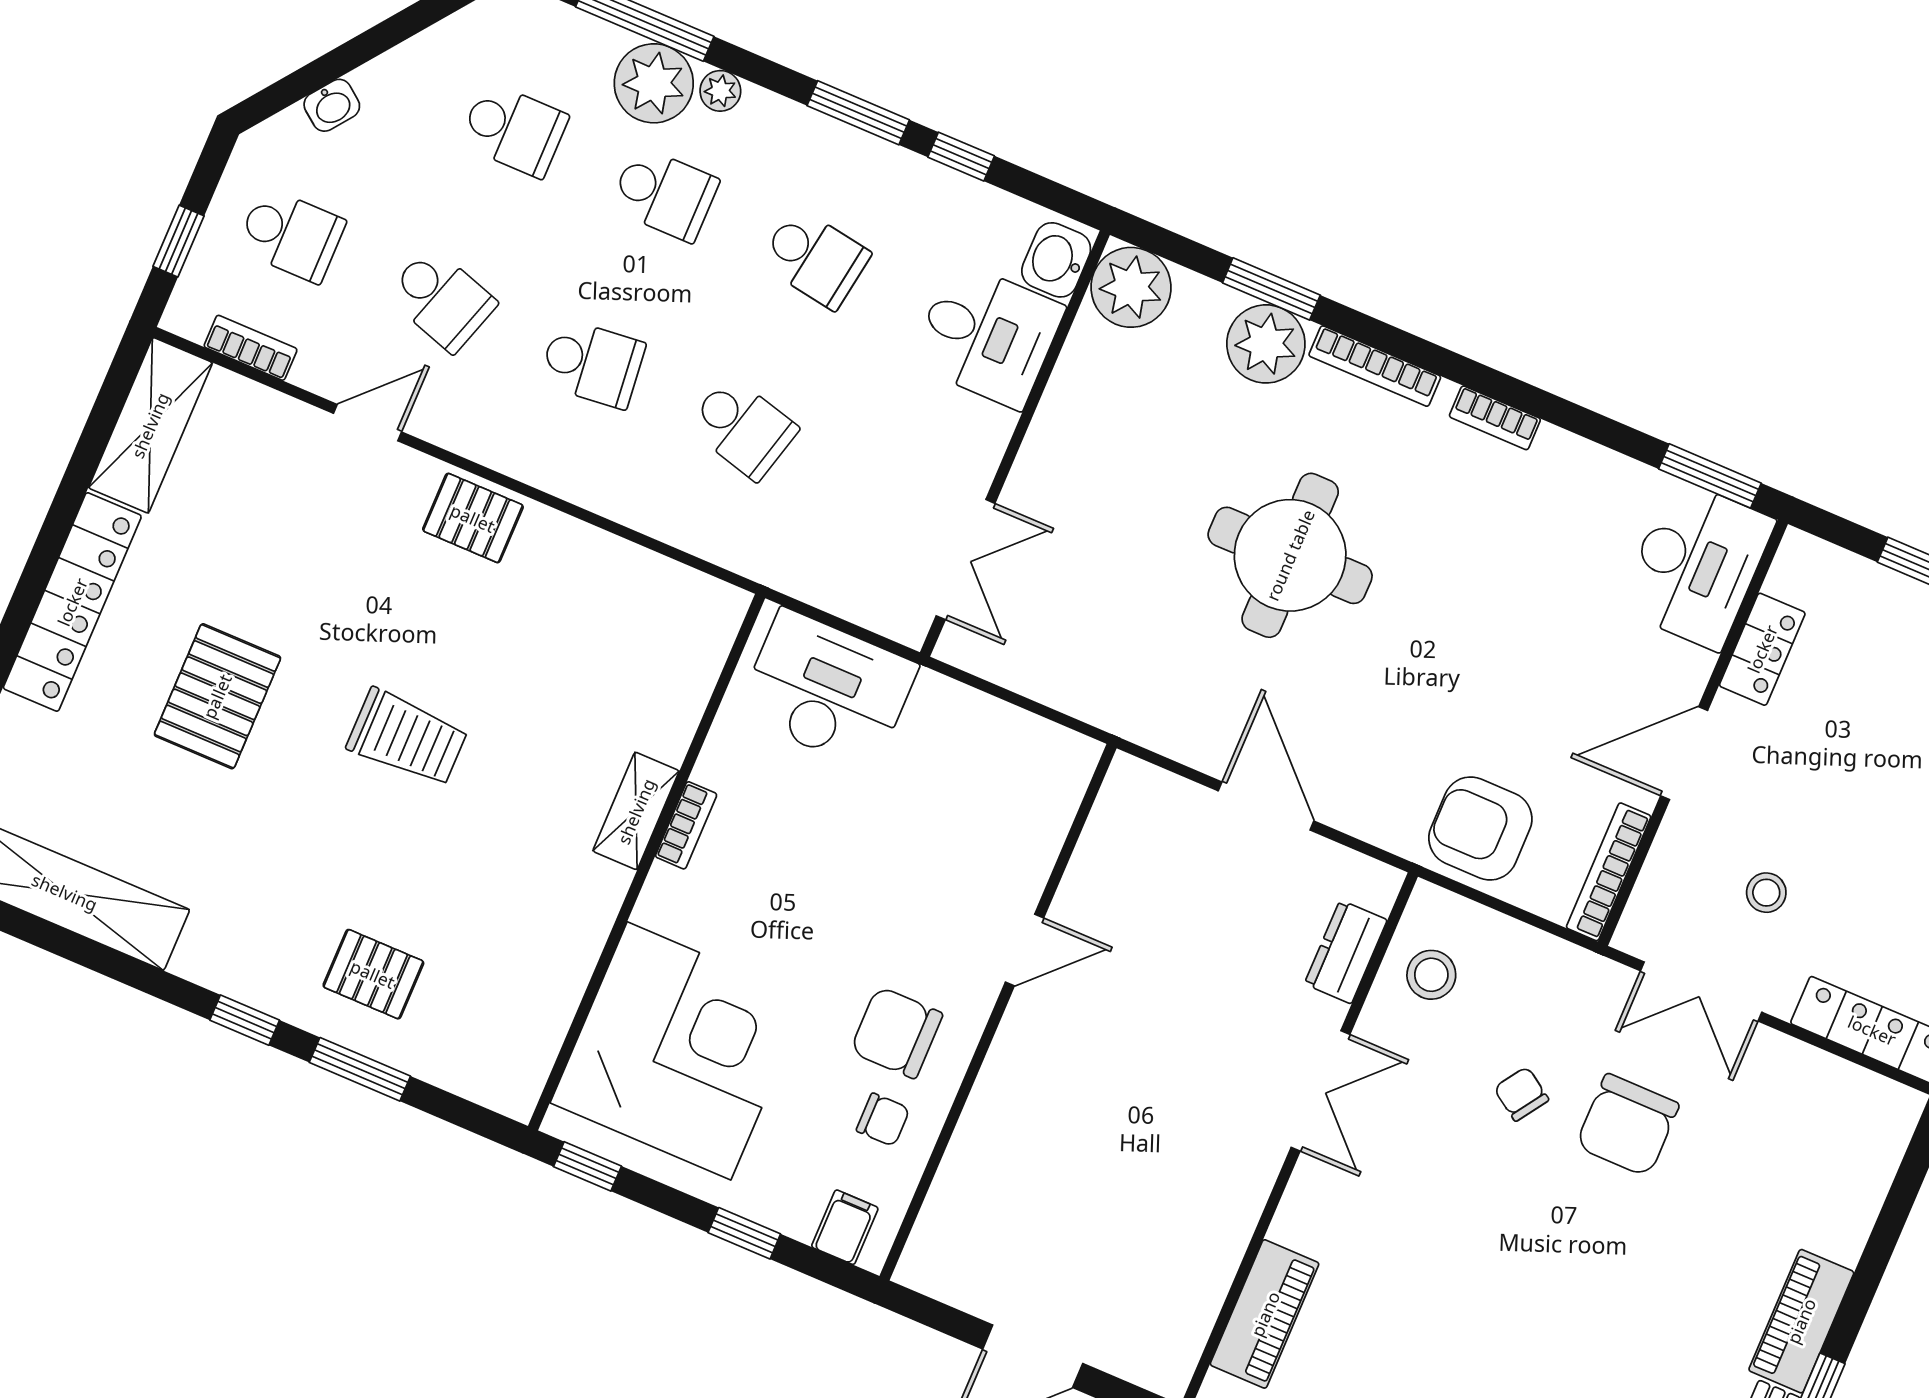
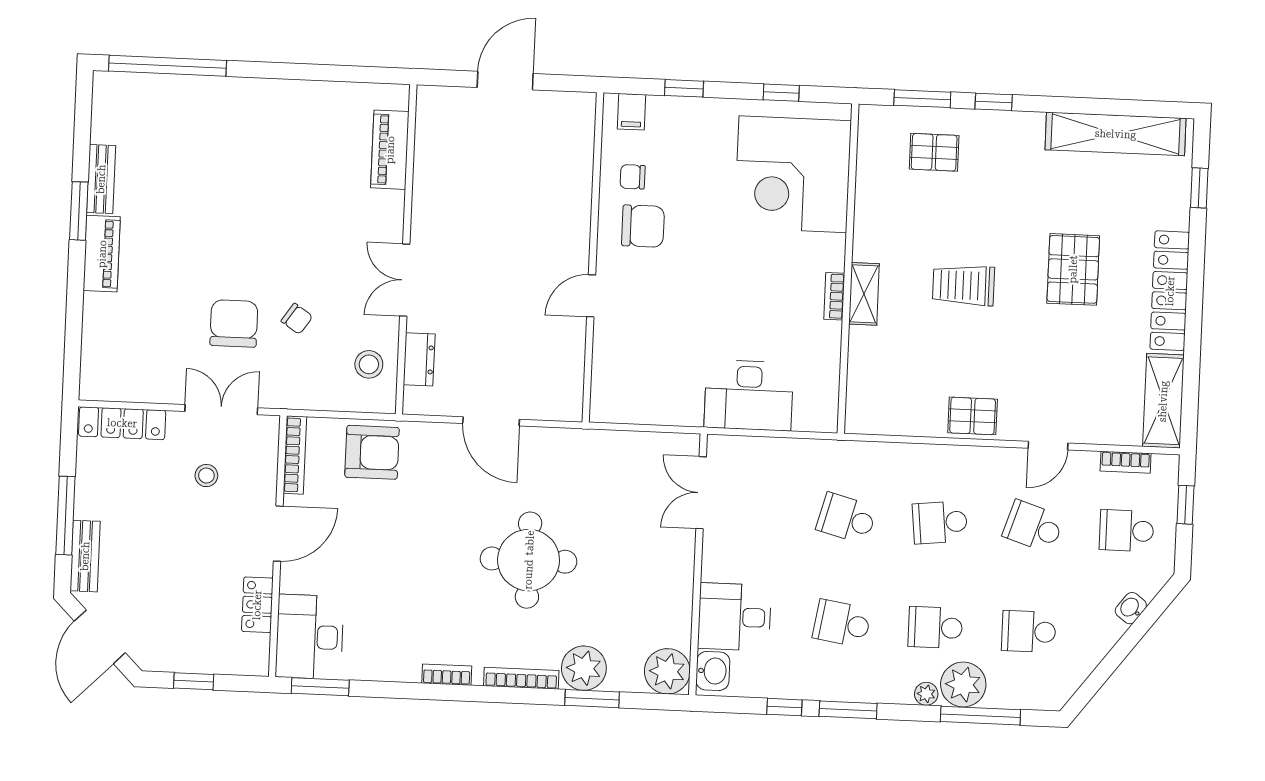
shelving: (636, 811) -> (864, 294), moved
bookcase: (686, 825) -> (834, 296), moved
wall: (647, 862) -> (848, 269), moved
corner desk: (679, 1051) -> (793, 174), moved

